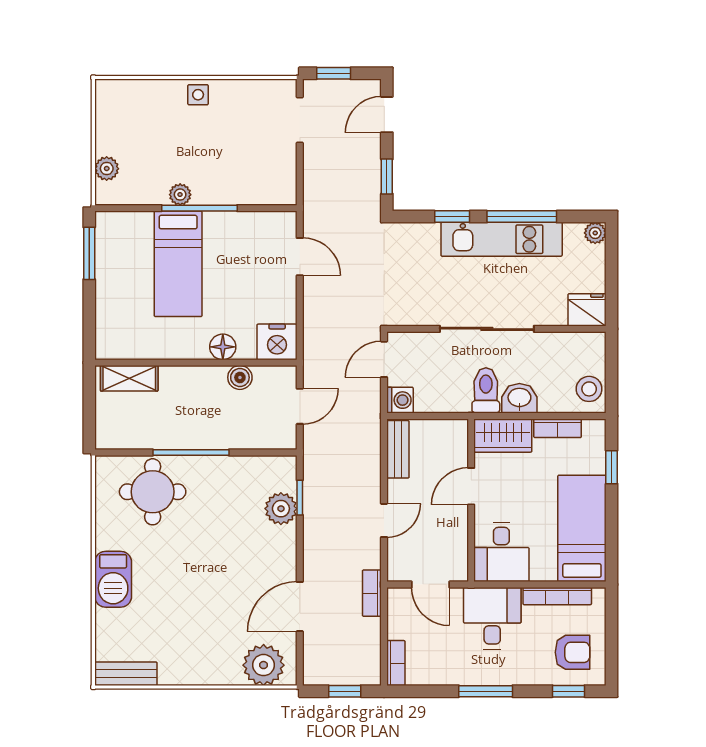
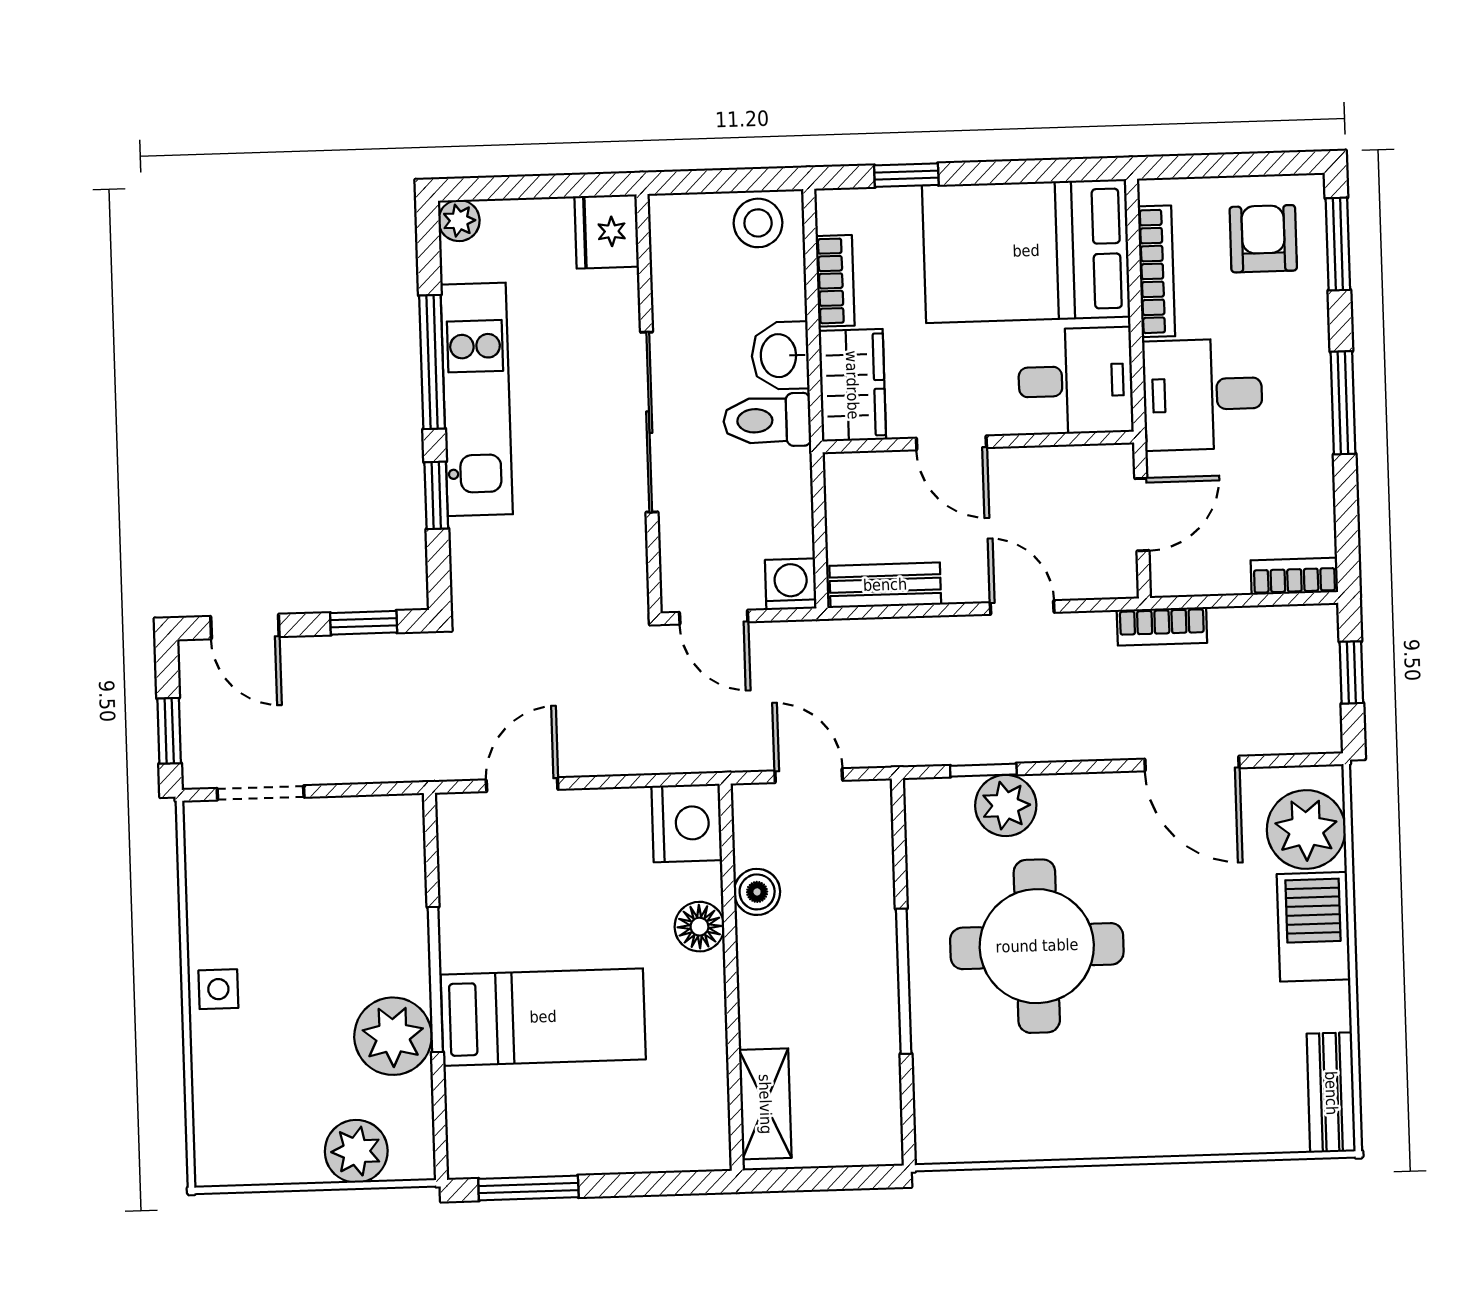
plant: (107, 169) -> (356, 1151), width x1.38, depth x1.38
plant: (180, 195) -> (393, 1036), width x1.88, depth x1.88
round table: (153, 492) -> (1037, 946), moved, width x1.36, depth x1.36
bed: (582, 528) -> (1026, 251), width x1.50
barbecue: (113, 579) -> (1313, 927), moved, turned -90
window: (568, 691) -> (1338, 244), width x1.50

